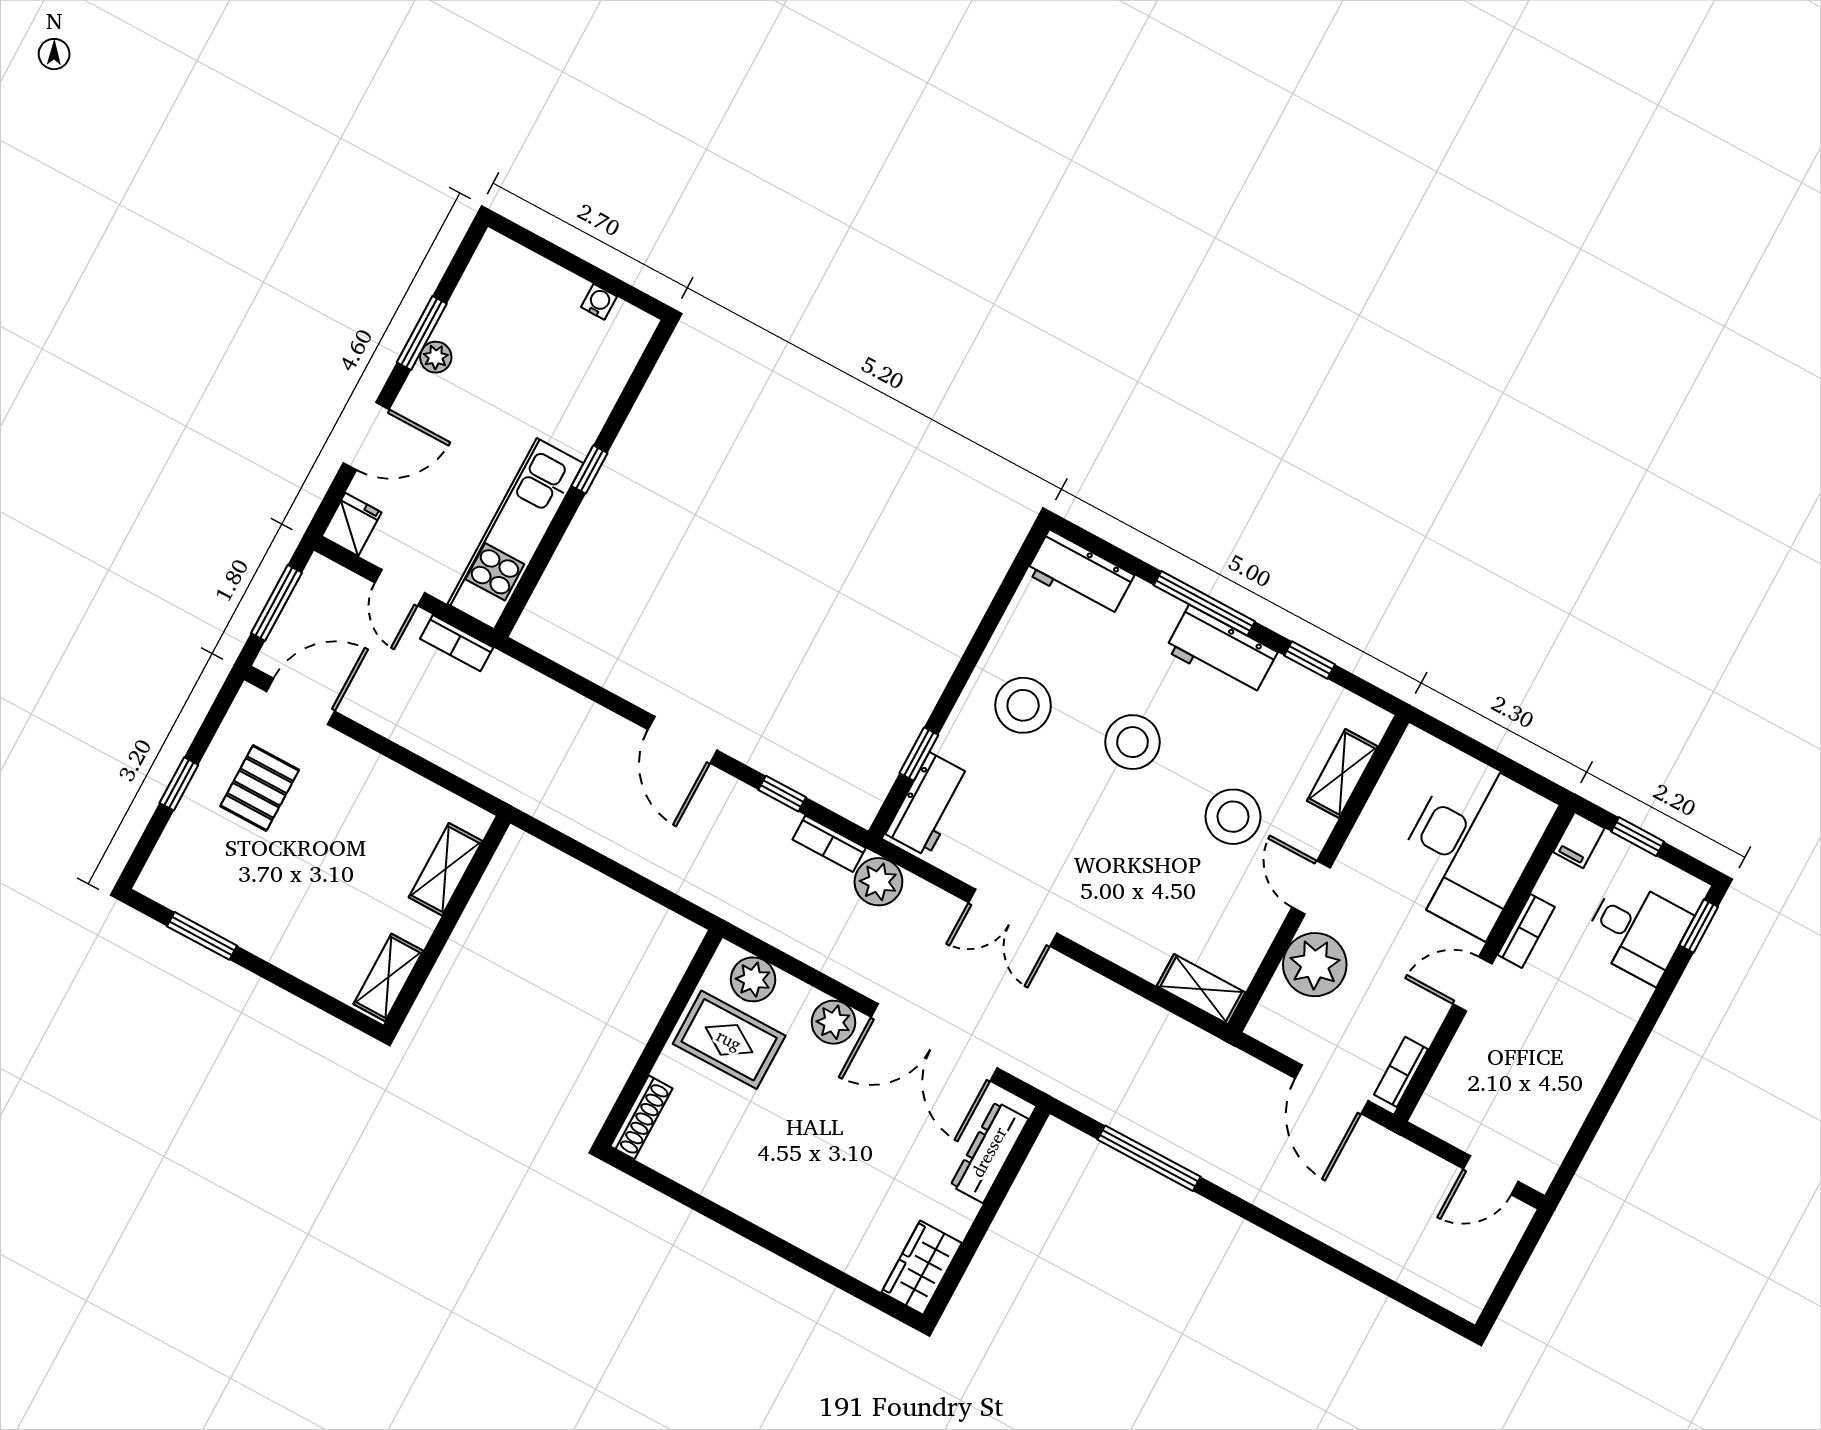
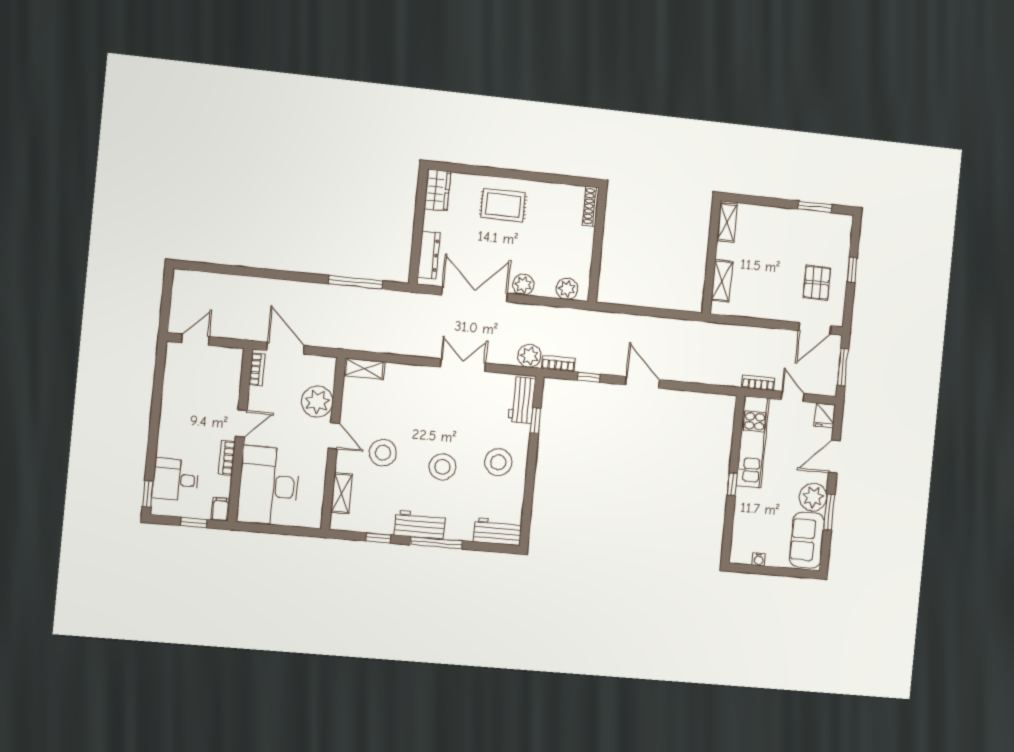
sofa: (488, 298) -> (807, 540), added
plant: (436, 357) -> (813, 497), width x1.88, depth x1.88
rug: (729, 1040) -> (503, 205), moved

